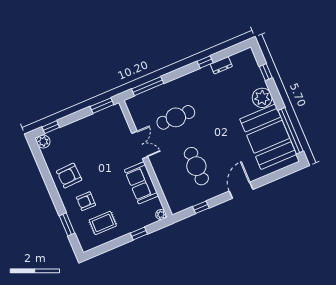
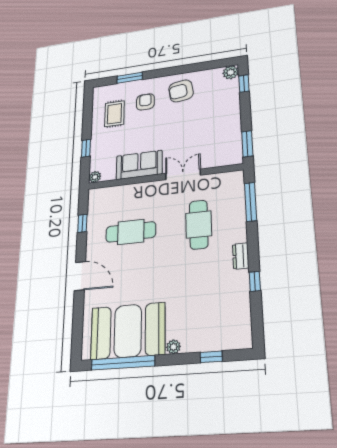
dresser: (221, 65) -> (241, 256), moved
plant: (262, 98) -> (173, 347), width x0.53, depth x0.53
double door: (140, 145) -> (183, 174), swing flipped
armchair: (69, 176) -> (181, 91), turned -95

